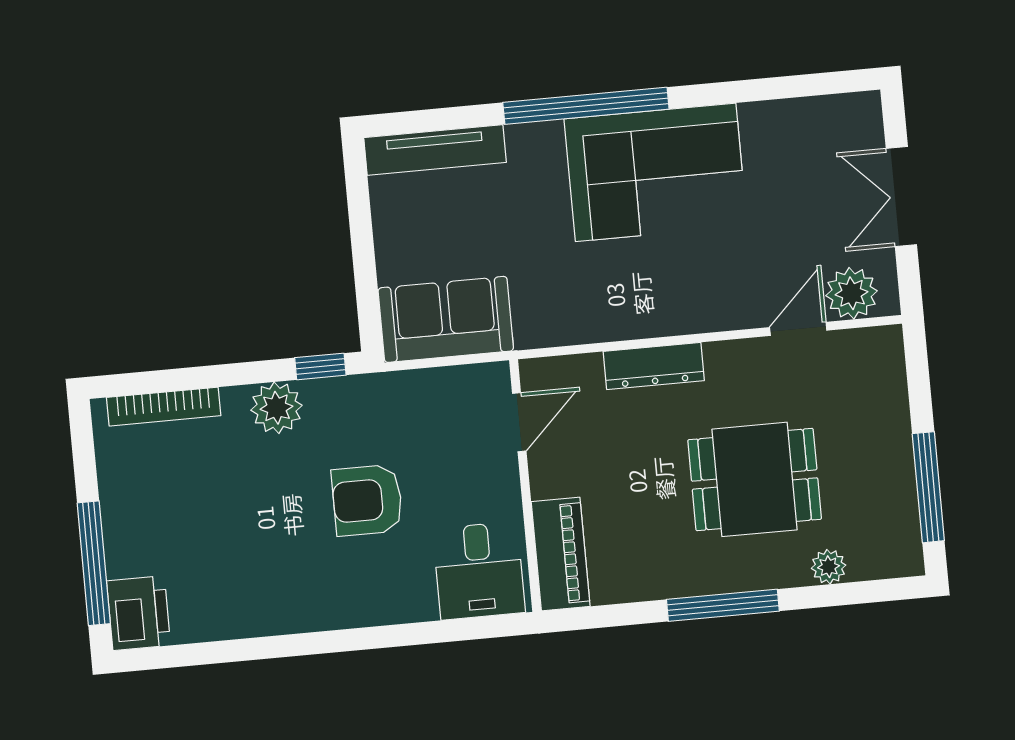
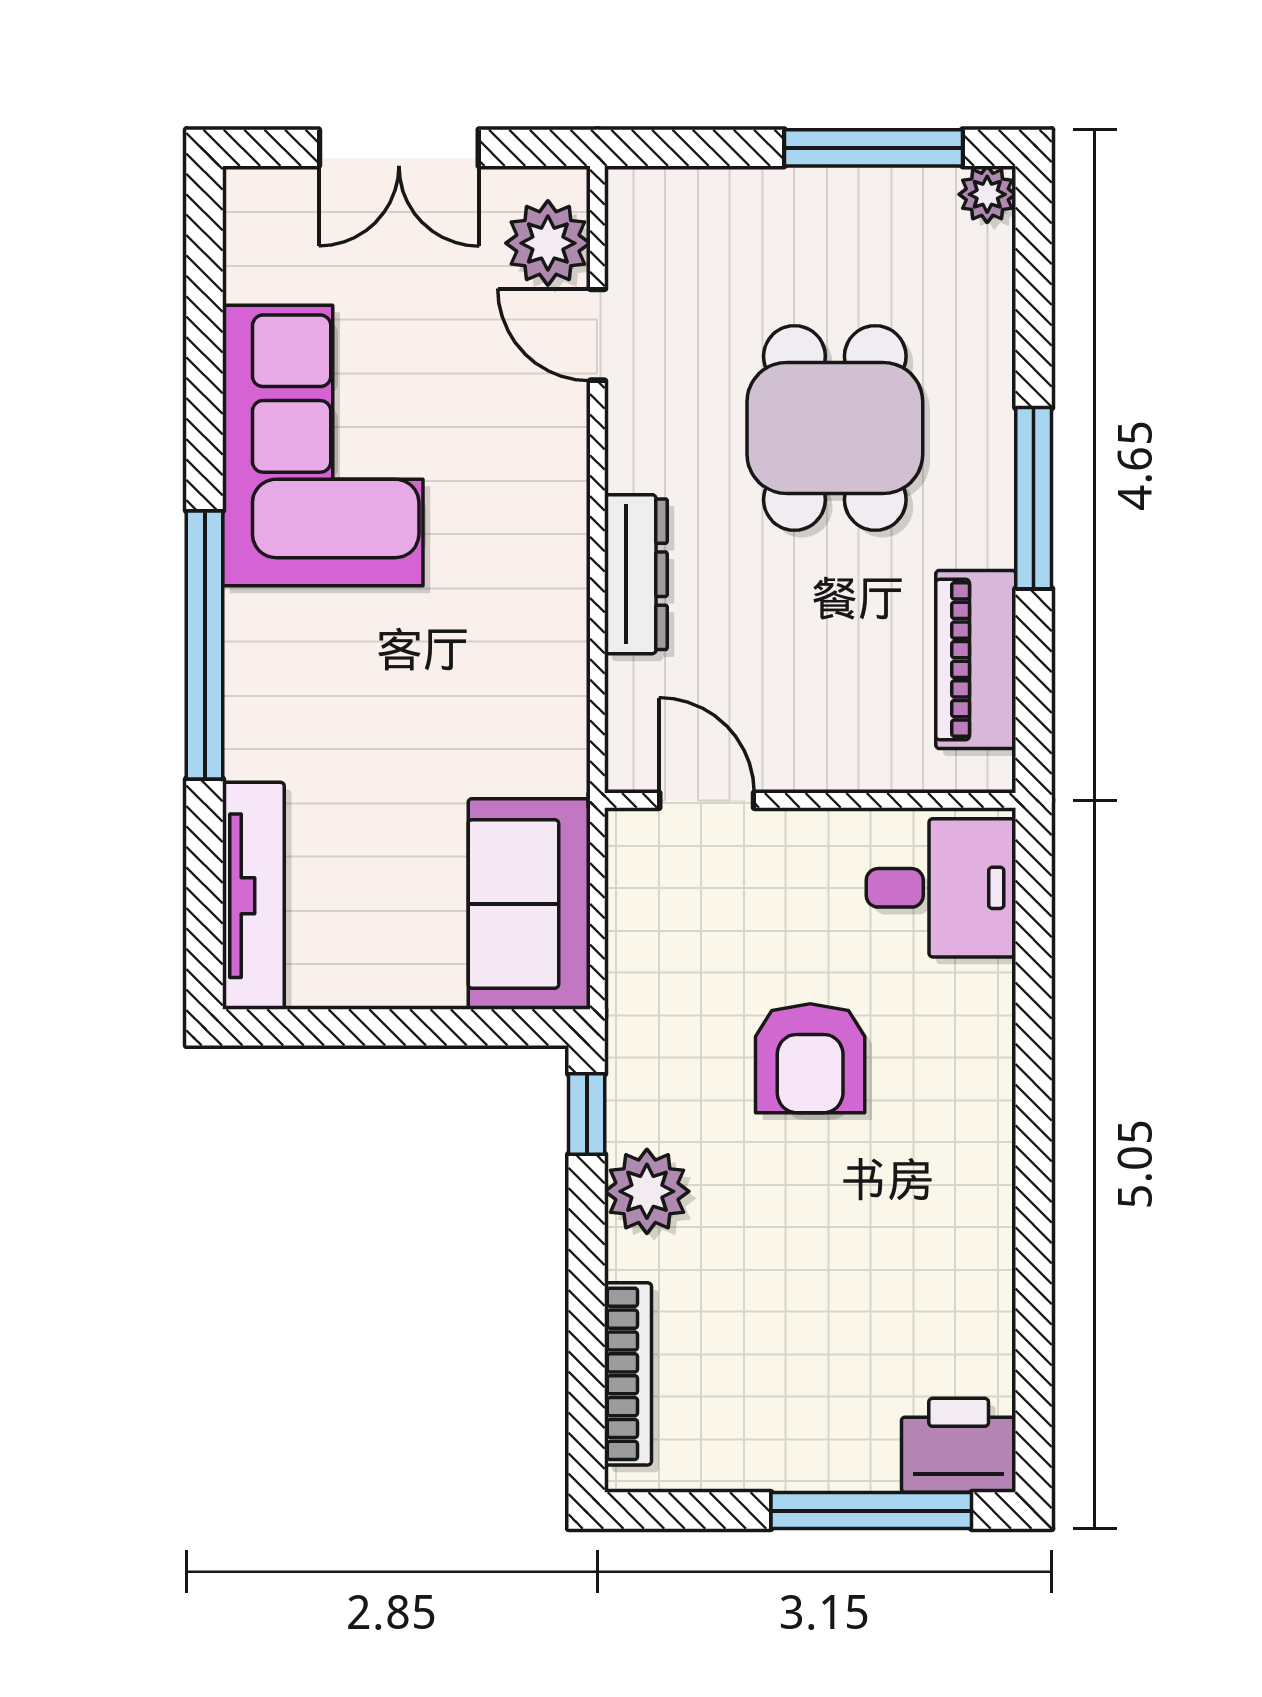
corner sofa: (656, 172) -> (323, 446), moved
piano: (561, 554) -> (976, 660), moved, turned -90
plant: (829, 567) -> (987, 194), moved

